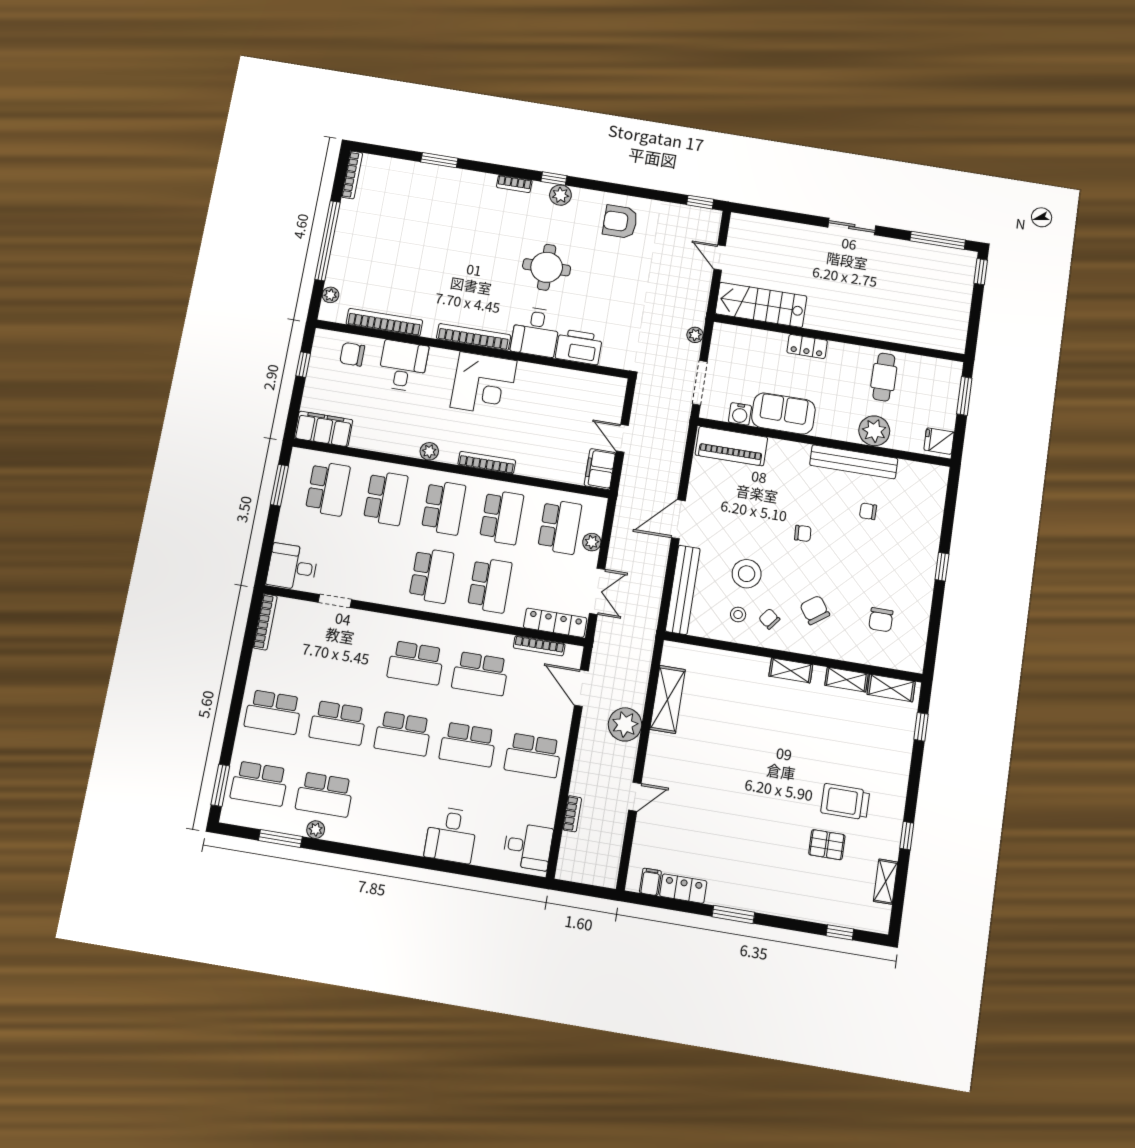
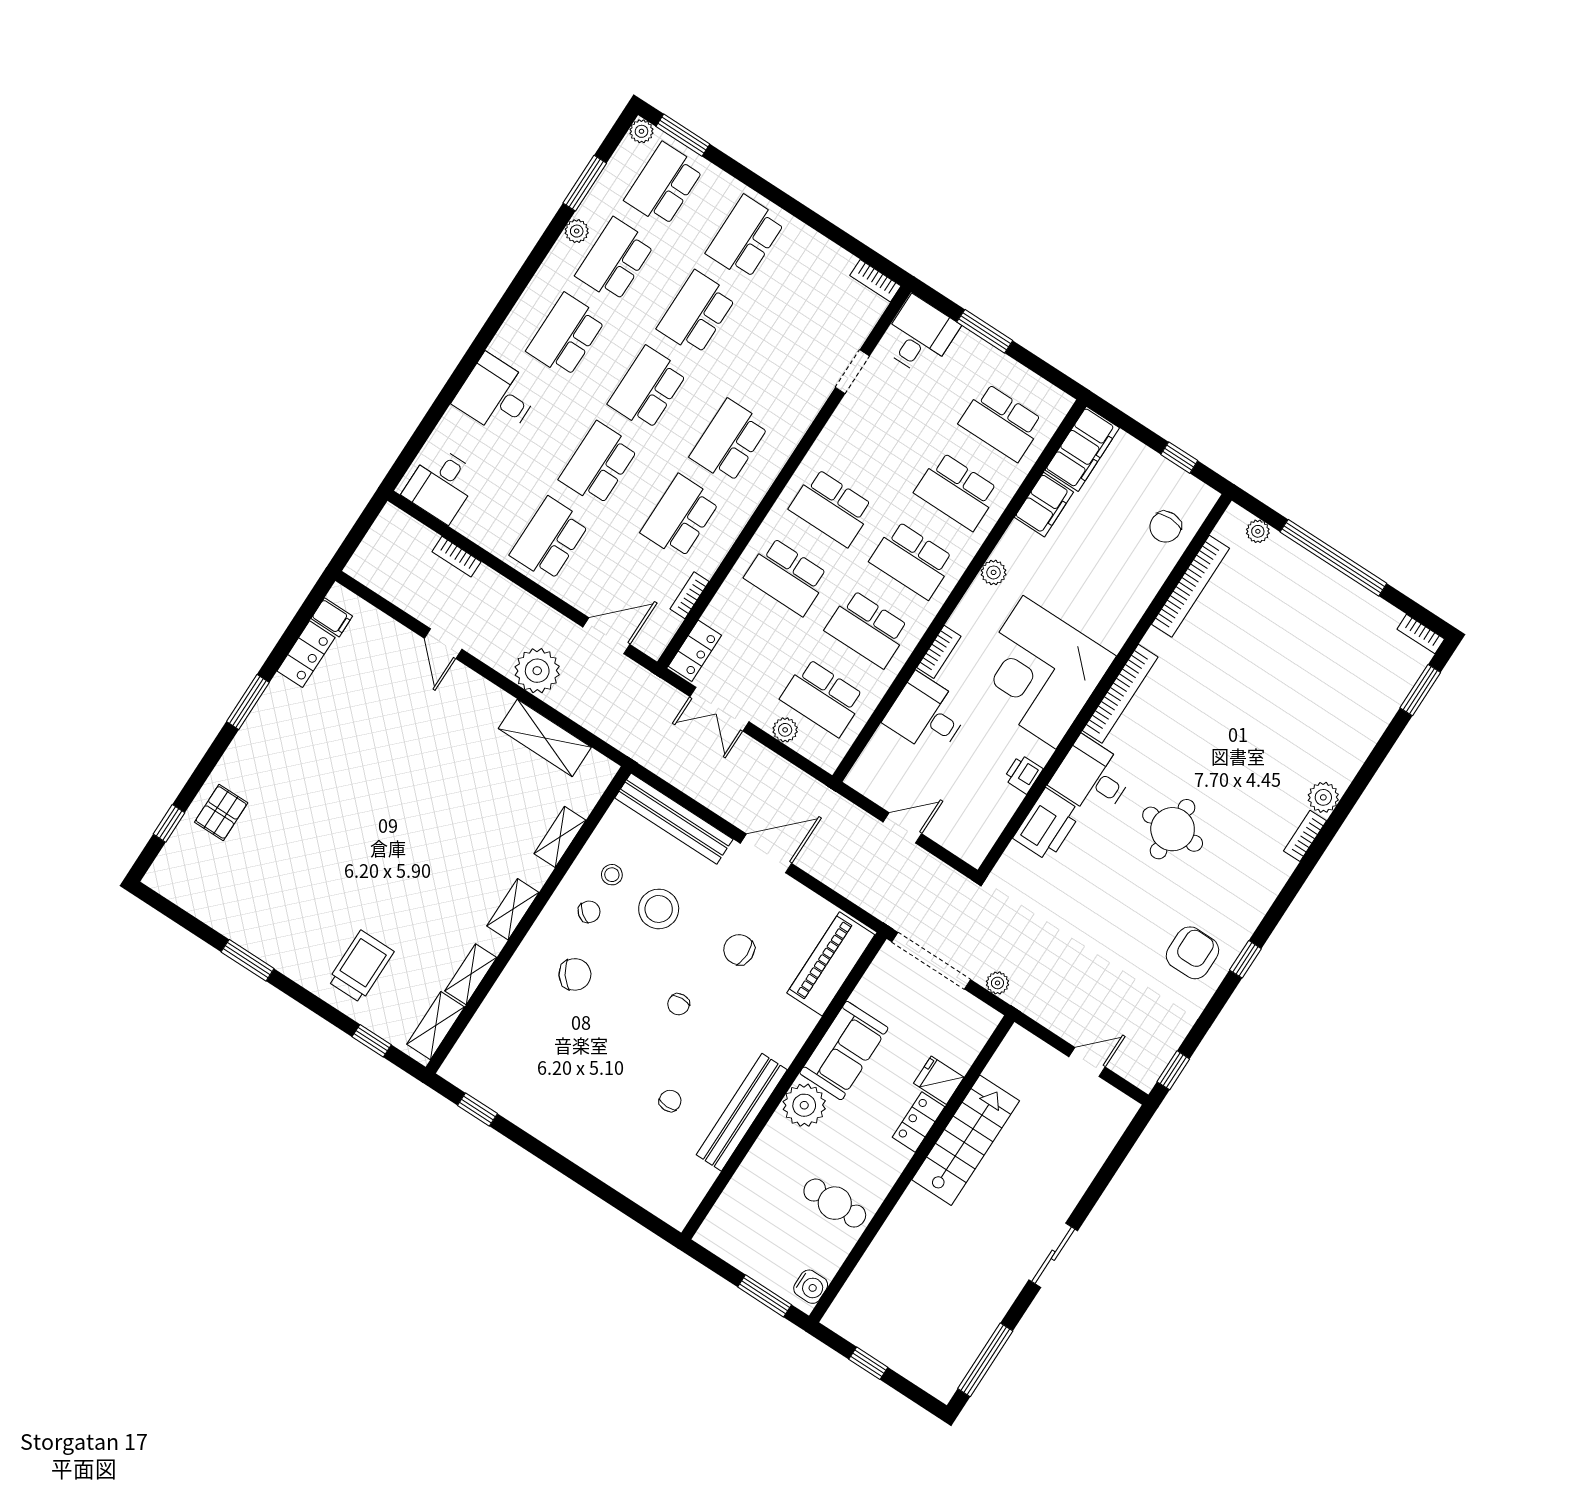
window: (439, 160) -> (1420, 690), moved
bookcase: (352, 175) -> (1421, 634), width x0.64
window: (554, 179) -> (1245, 959), moved
plant: (560, 195) -> (1323, 797), moved
window: (981, 272) -> (868, 1363), moved
stairs: (761, 305) -> (966, 1140), moved
chair: (352, 354) -> (1165, 527), turned 180
desk: (403, 366) -> (927, 715), moved, turned 180
printer: (553, 376) -> (1023, 774), added
doorway: (700, 383) -> (931, 961), width x1.36
corner desk: (484, 384) -> (1040, 672), width x1.36, depth x1.36
water cooler: (740, 414) -> (811, 1287), moved, turned 180
plant: (874, 431) -> (804, 1105), moved
fridge: (939, 441) -> (939, 1080), moved, turned -90
bookcase: (487, 463) -> (939, 652), width x0.64
filing cabinet: (600, 469) -> (1044, 505), moved, turned 90
window: (279, 485) -> (985, 331), moved
door: (678, 519) -> (766, 853), hinge flipped
window: (942, 567) -> (477, 1109), moved
chair: (881, 620) -> (739, 950), moved
bookcase: (265, 622) -> (875, 281), width x0.64
locker: (555, 623) -> (695, 651), width x0.66
bookcase: (539, 646) -> (689, 595), width x0.64
trolley: (845, 802) -> (361, 966), moved
school desk: (390, 805) -> (566, 335), added
plant: (229, 815) -> (641, 131), added
window: (907, 836) -> (248, 960), width x1.50
pallet: (827, 845) -> (221, 812), moved
shelving: (886, 882) -> (560, 837), moved, turned 90

